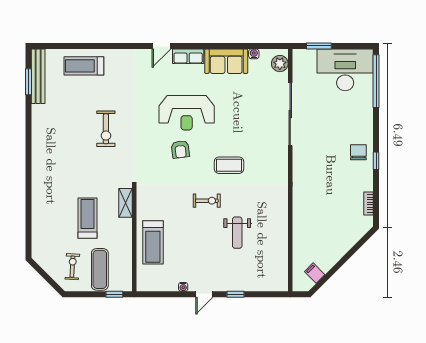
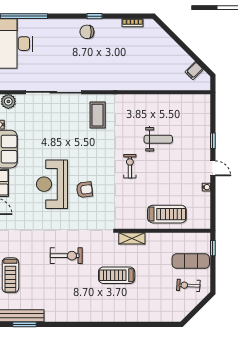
reception desk: (187, 113) -> (52, 184), turned 180
coffee table: (229, 165) -> (98, 115), moved
treadmill: (88, 218) -> (117, 275), moved

